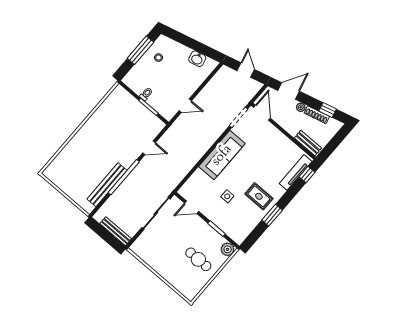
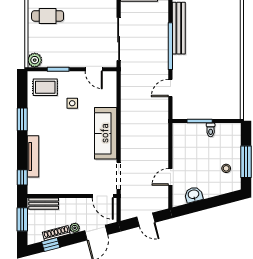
door: (185, 106) -> (170, 177), moved
window: (332, 145) -> (22, 219), added
tv unit: (296, 172) -> (33, 156), moved
rug: (259, 196) -> (45, 87), moved
door: (192, 207) -> (94, 69), swing flipped
cafe table: (198, 259) -> (48, 16), moved

